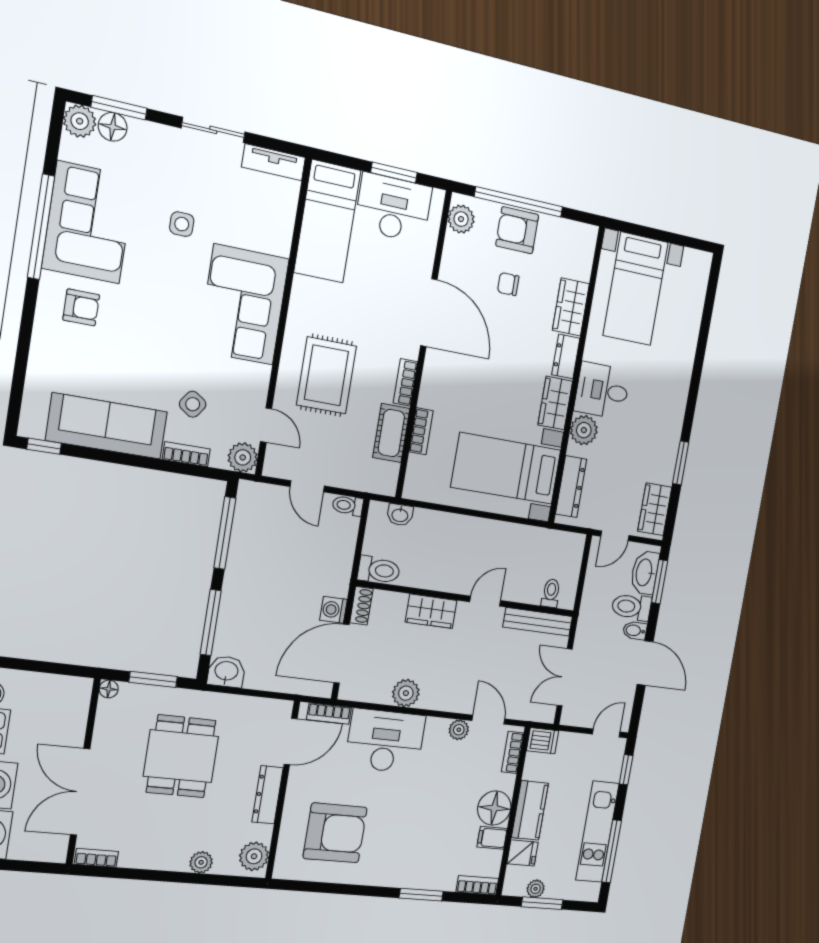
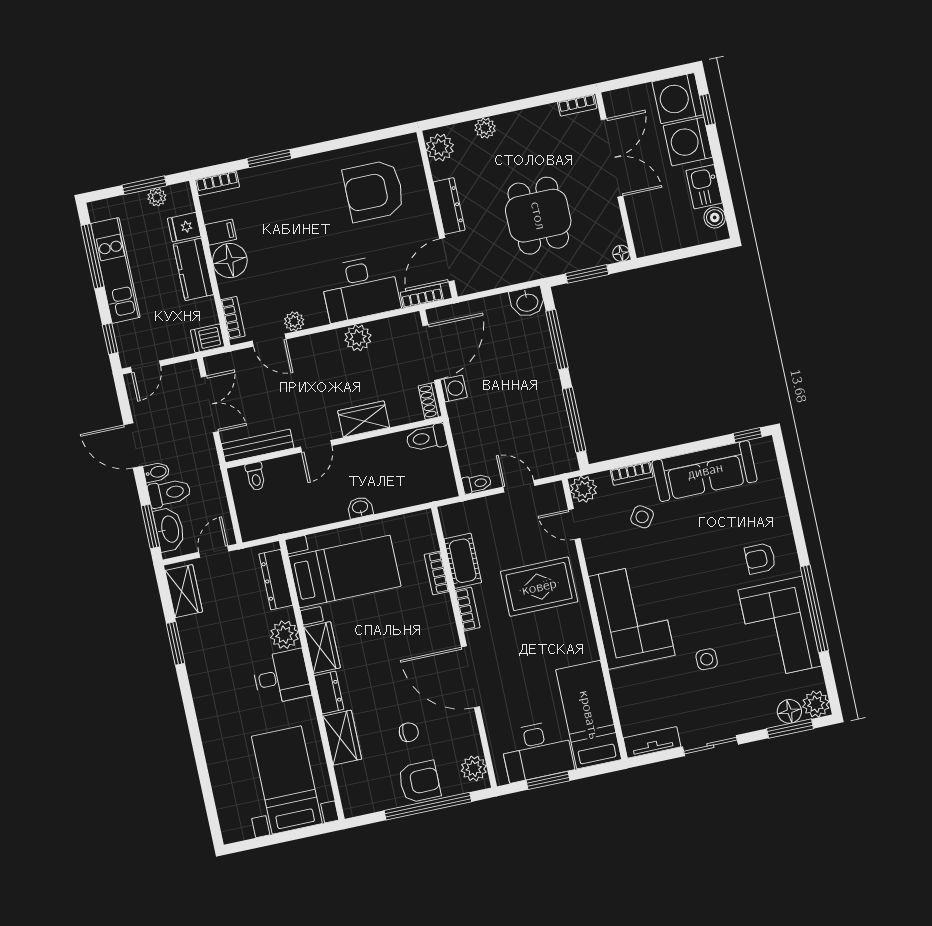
rug: (326, 375) -> (539, 587), turned 90
washbasin: (400, 515) -> (360, 507), moved

